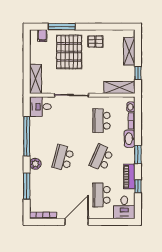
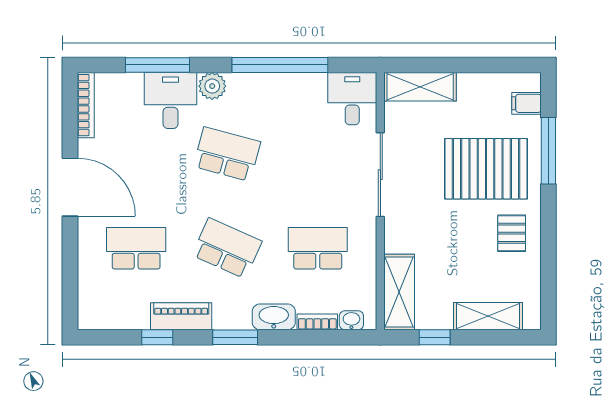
desk: (124, 207) -> (171, 100), moved, turned 90

